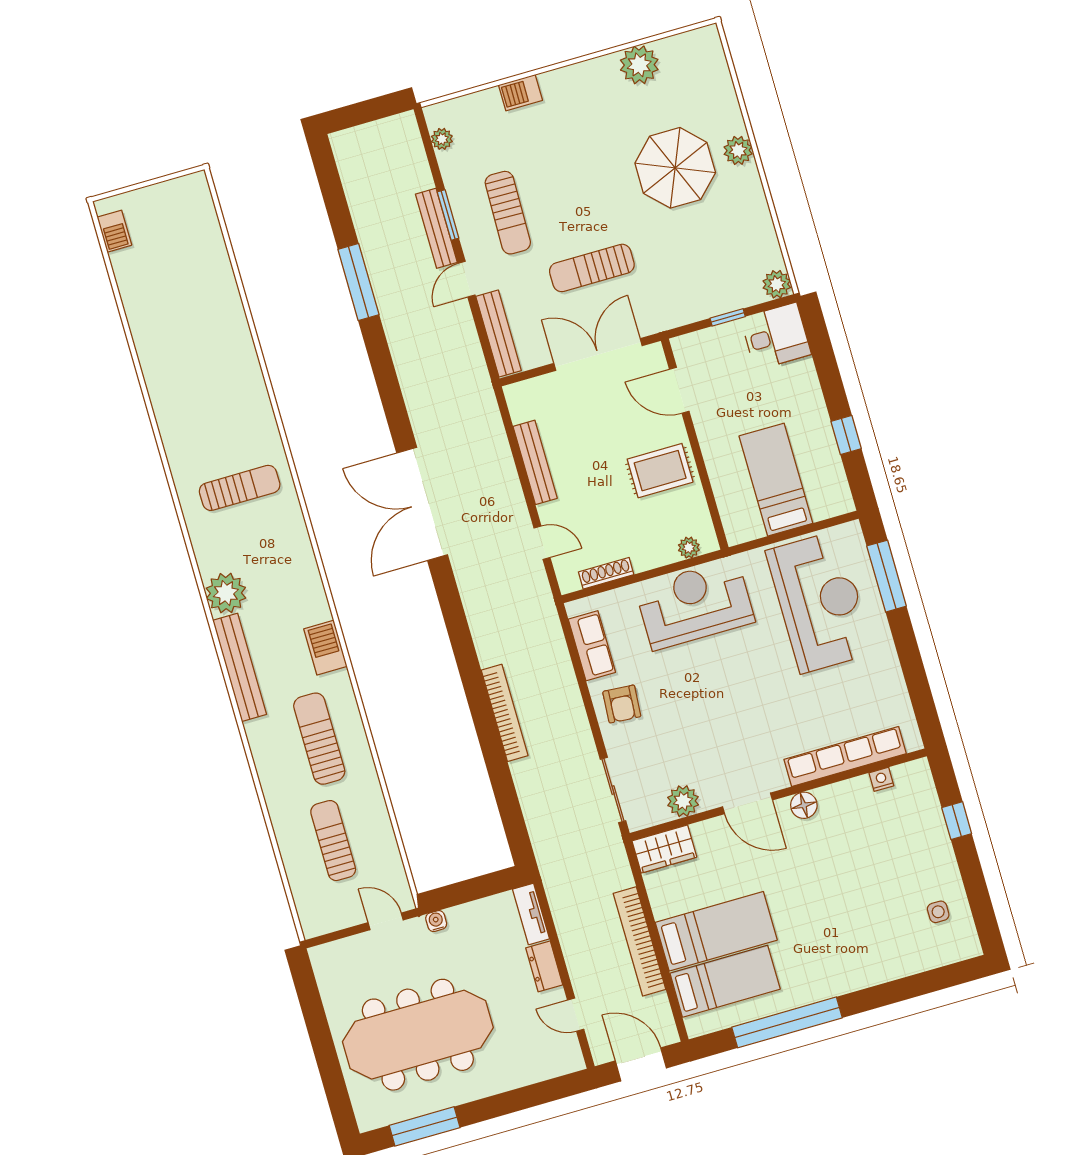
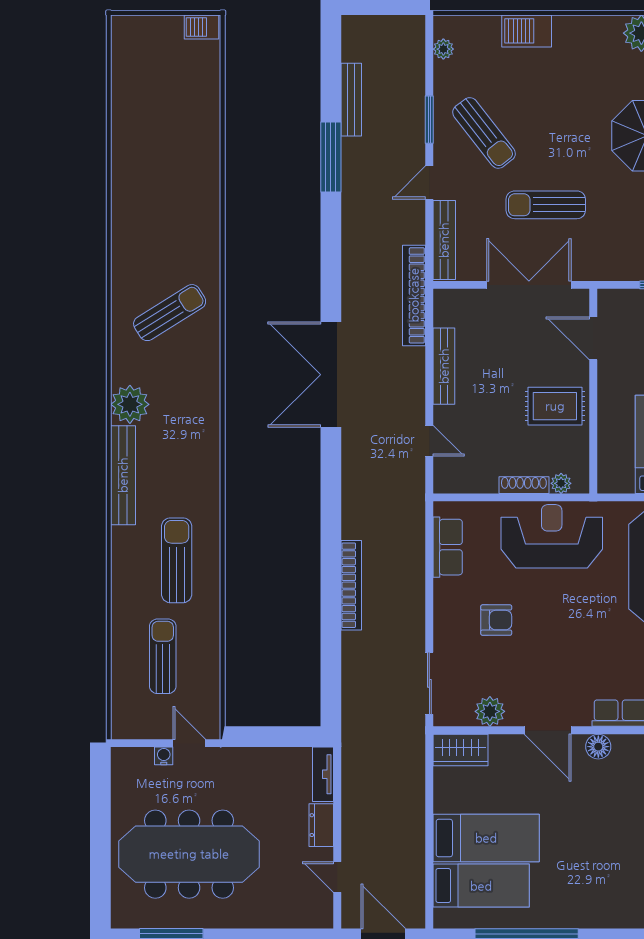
barbecue: (520, 93) -> (527, 31), width x1.38, depth x1.27
sun lounger: (508, 213) -> (484, 133), turned -39
bench: (436, 228) -> (351, 100), moved
barbecue: (114, 231) -> (202, 27), moved, turned 90
sun lounger: (240, 488) -> (170, 313), turned -32
shoe rack: (606, 573) -> (524, 485), moved
barbecue: (325, 648) -> (206, 480), removed
armchair: (622, 704) -> (496, 620), moved, turned -94
water cooler: (436, 921) -> (164, 756), moved
bookcase: (640, 941) -> (414, 295), moved

